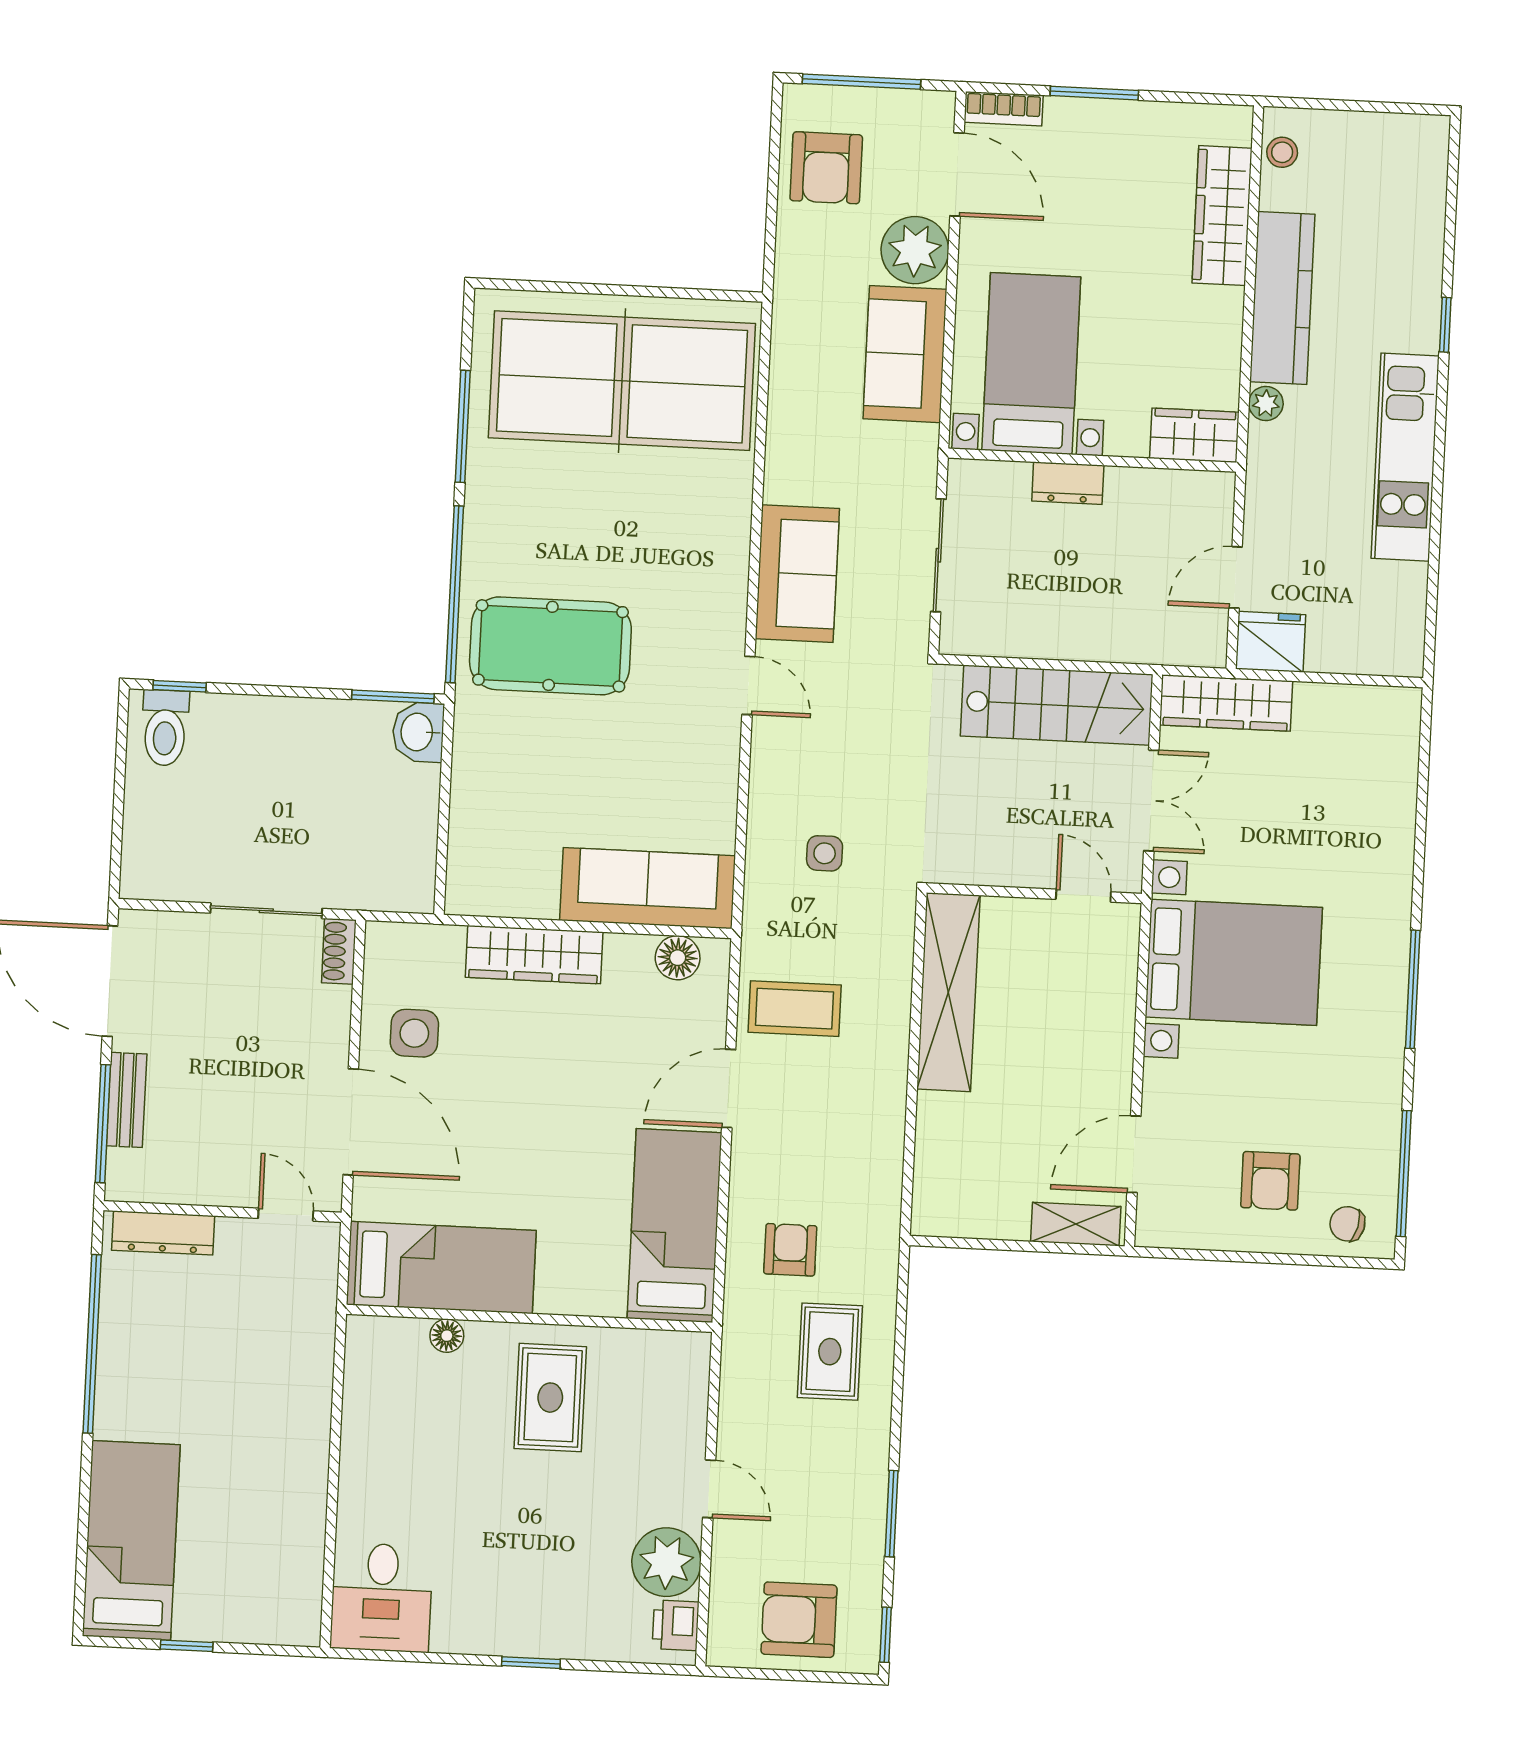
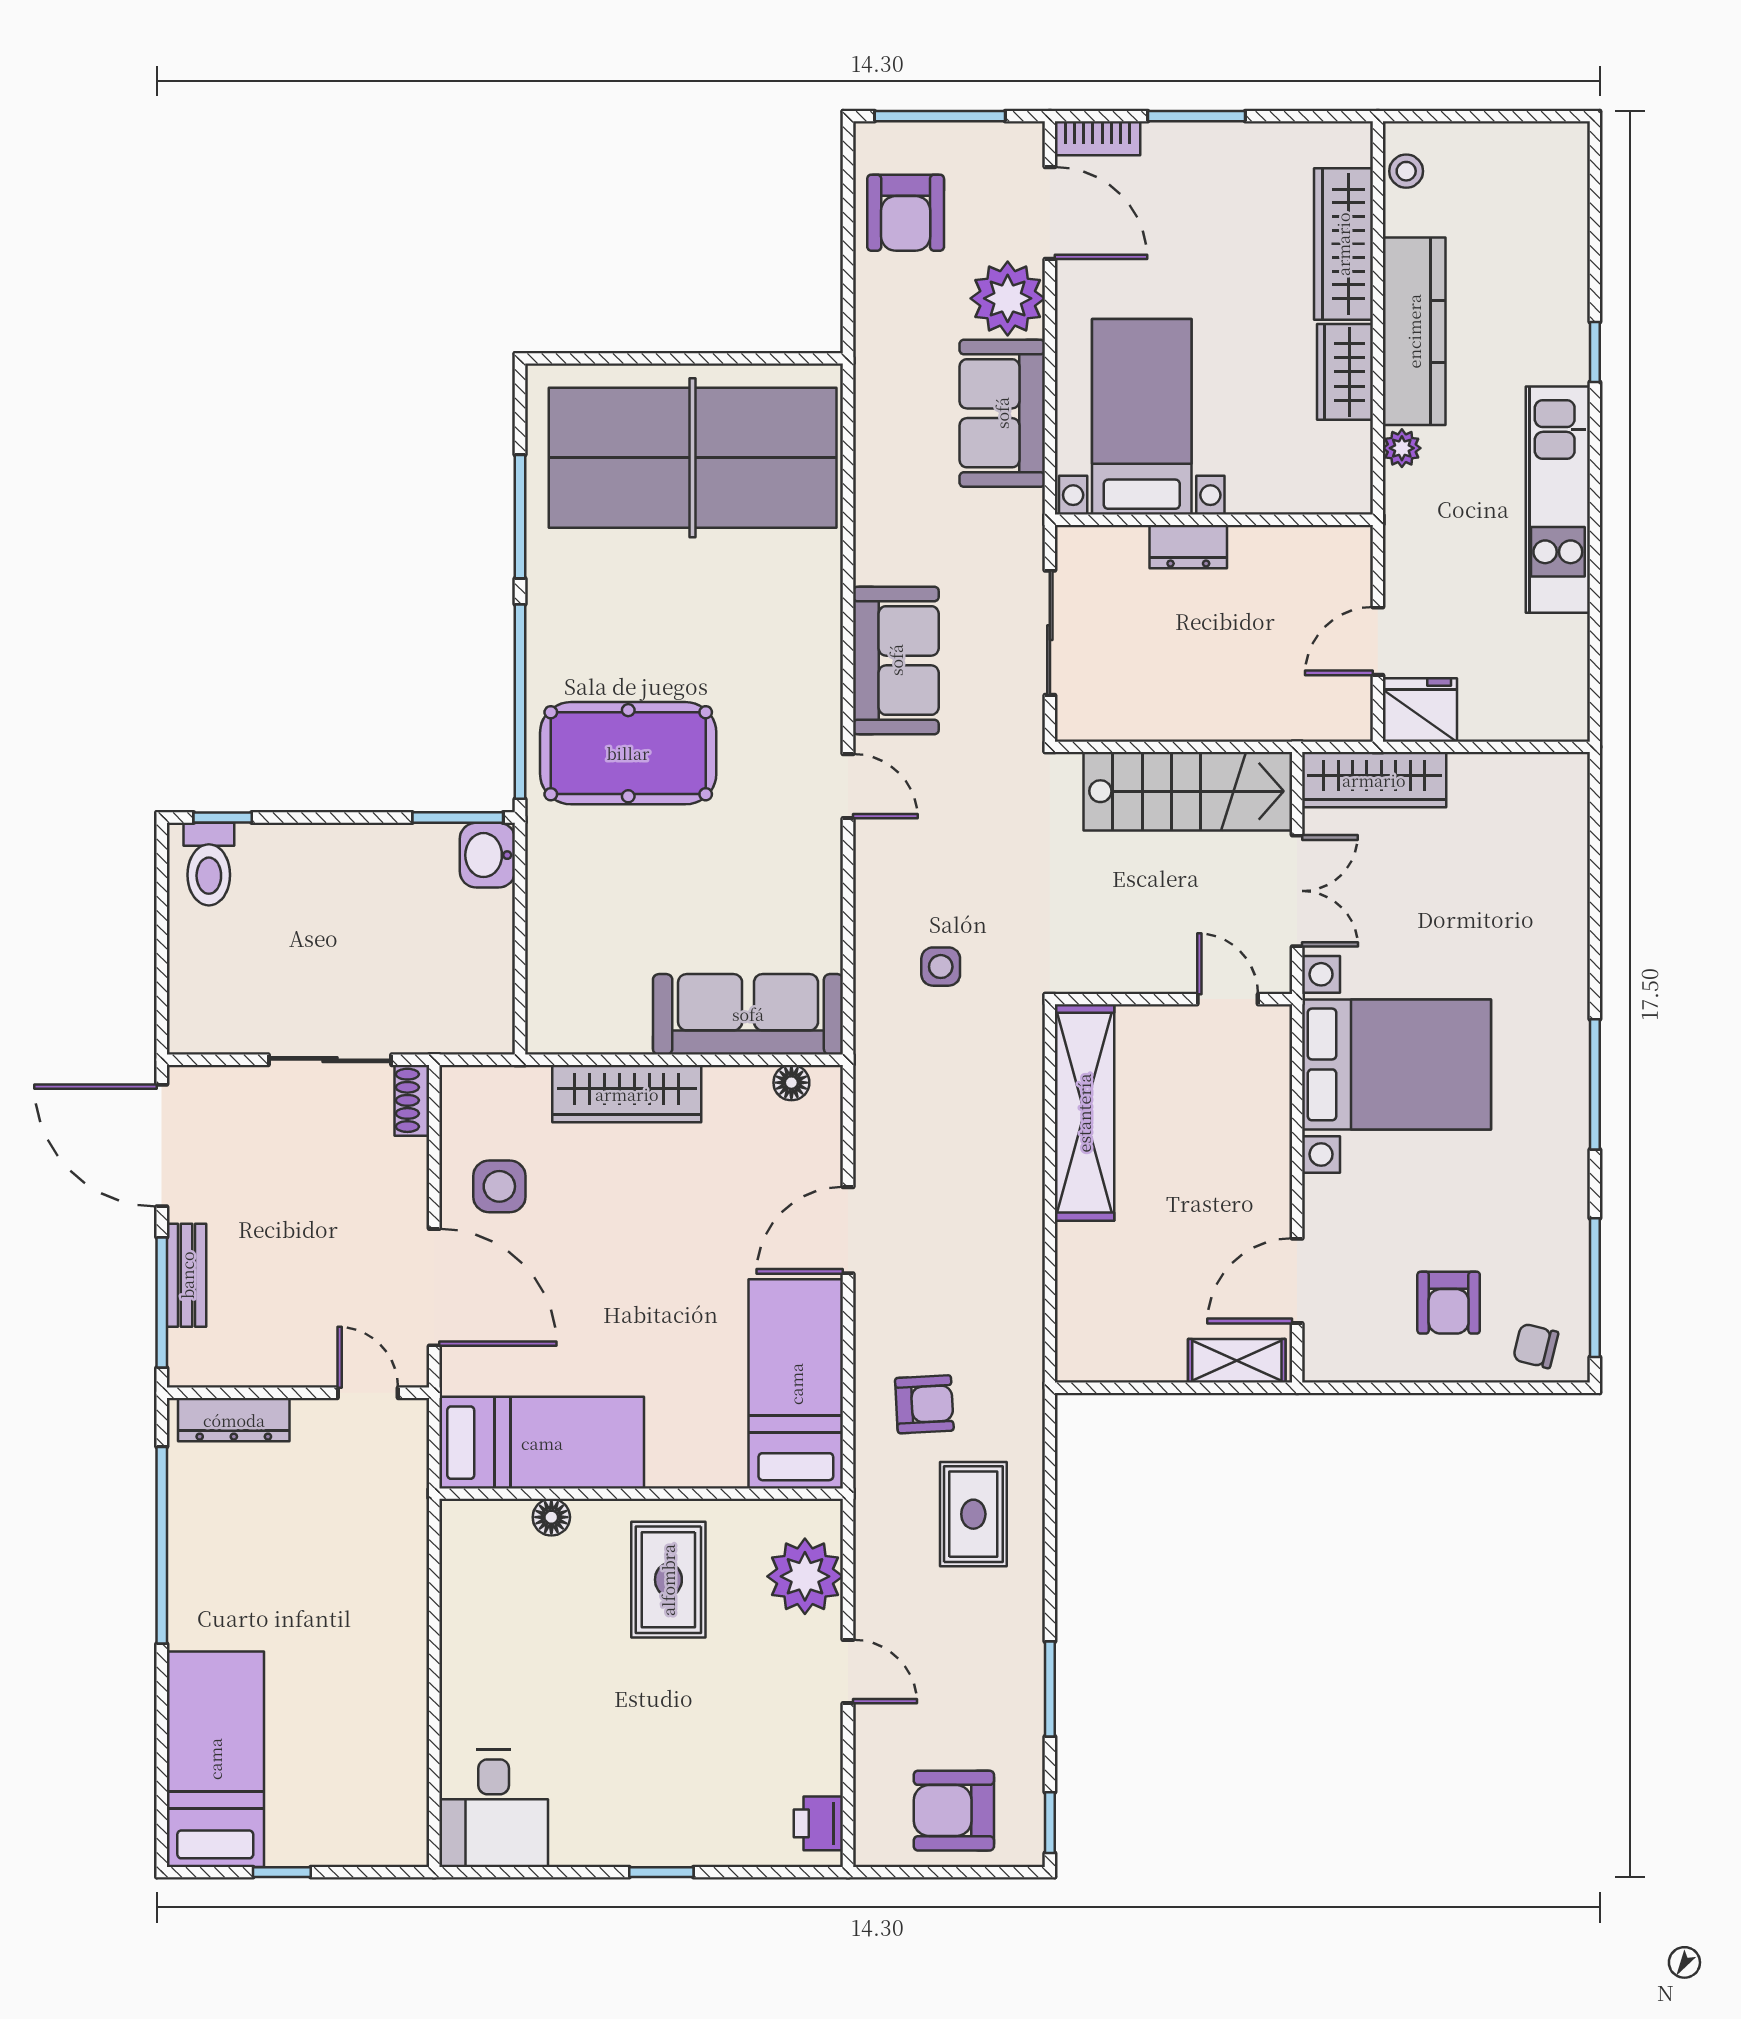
wardrobe: (1194, 435) -> (1345, 372), moved, turned -90
floor lamp: (678, 958) -> (791, 1083), width x0.73, depth x0.73
coffee table: (795, 1009) -> (916, 1139), removed
armchair: (790, 1250) -> (924, 1404), turned 87
plant: (666, 1562) -> (805, 1576), moved

